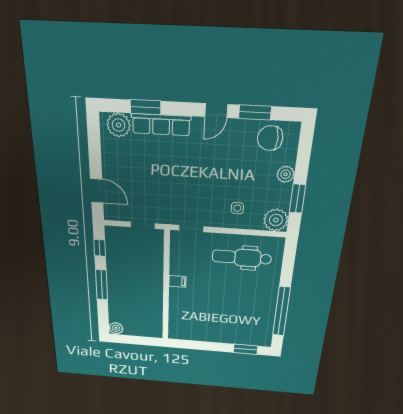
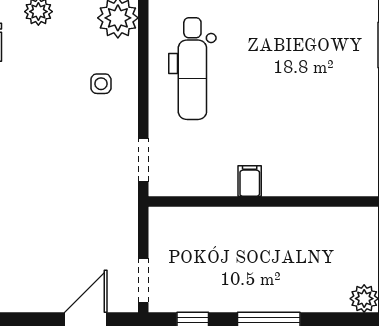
doorway: (143, 225) -> (143, 280), moved

